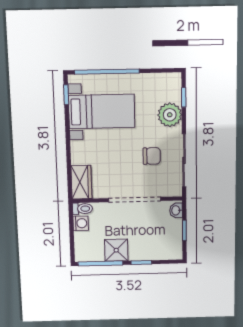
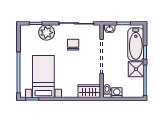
bathtub: (154, 249) -> (136, 44), added

